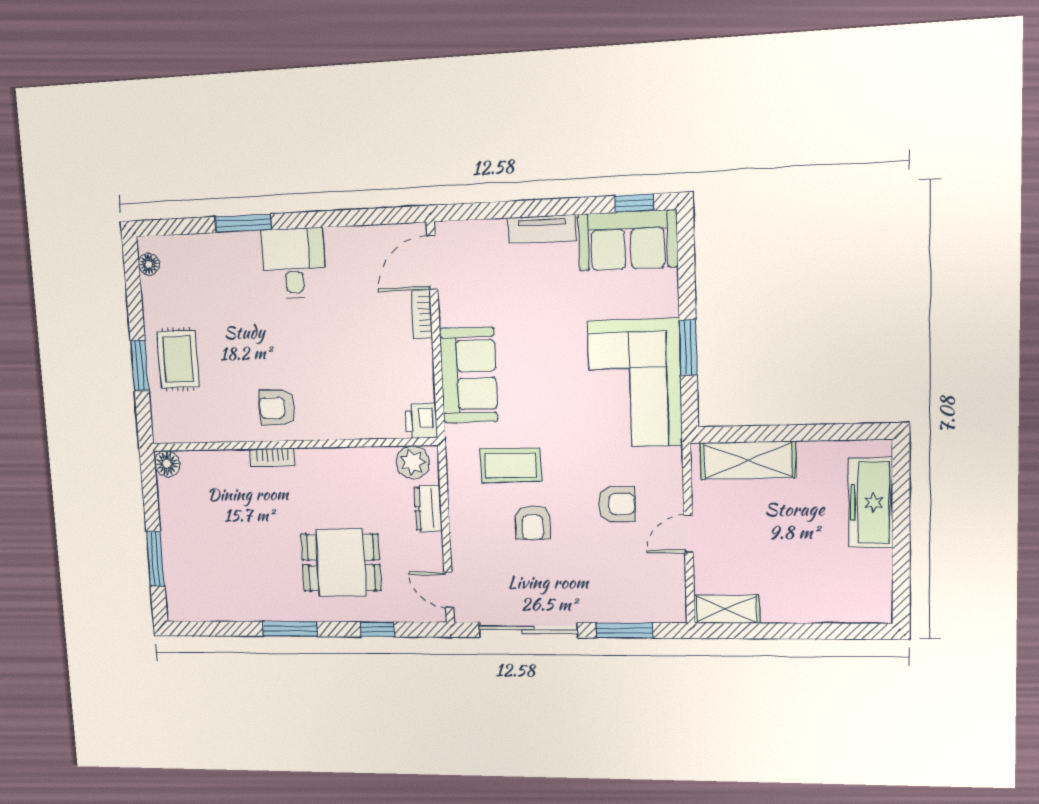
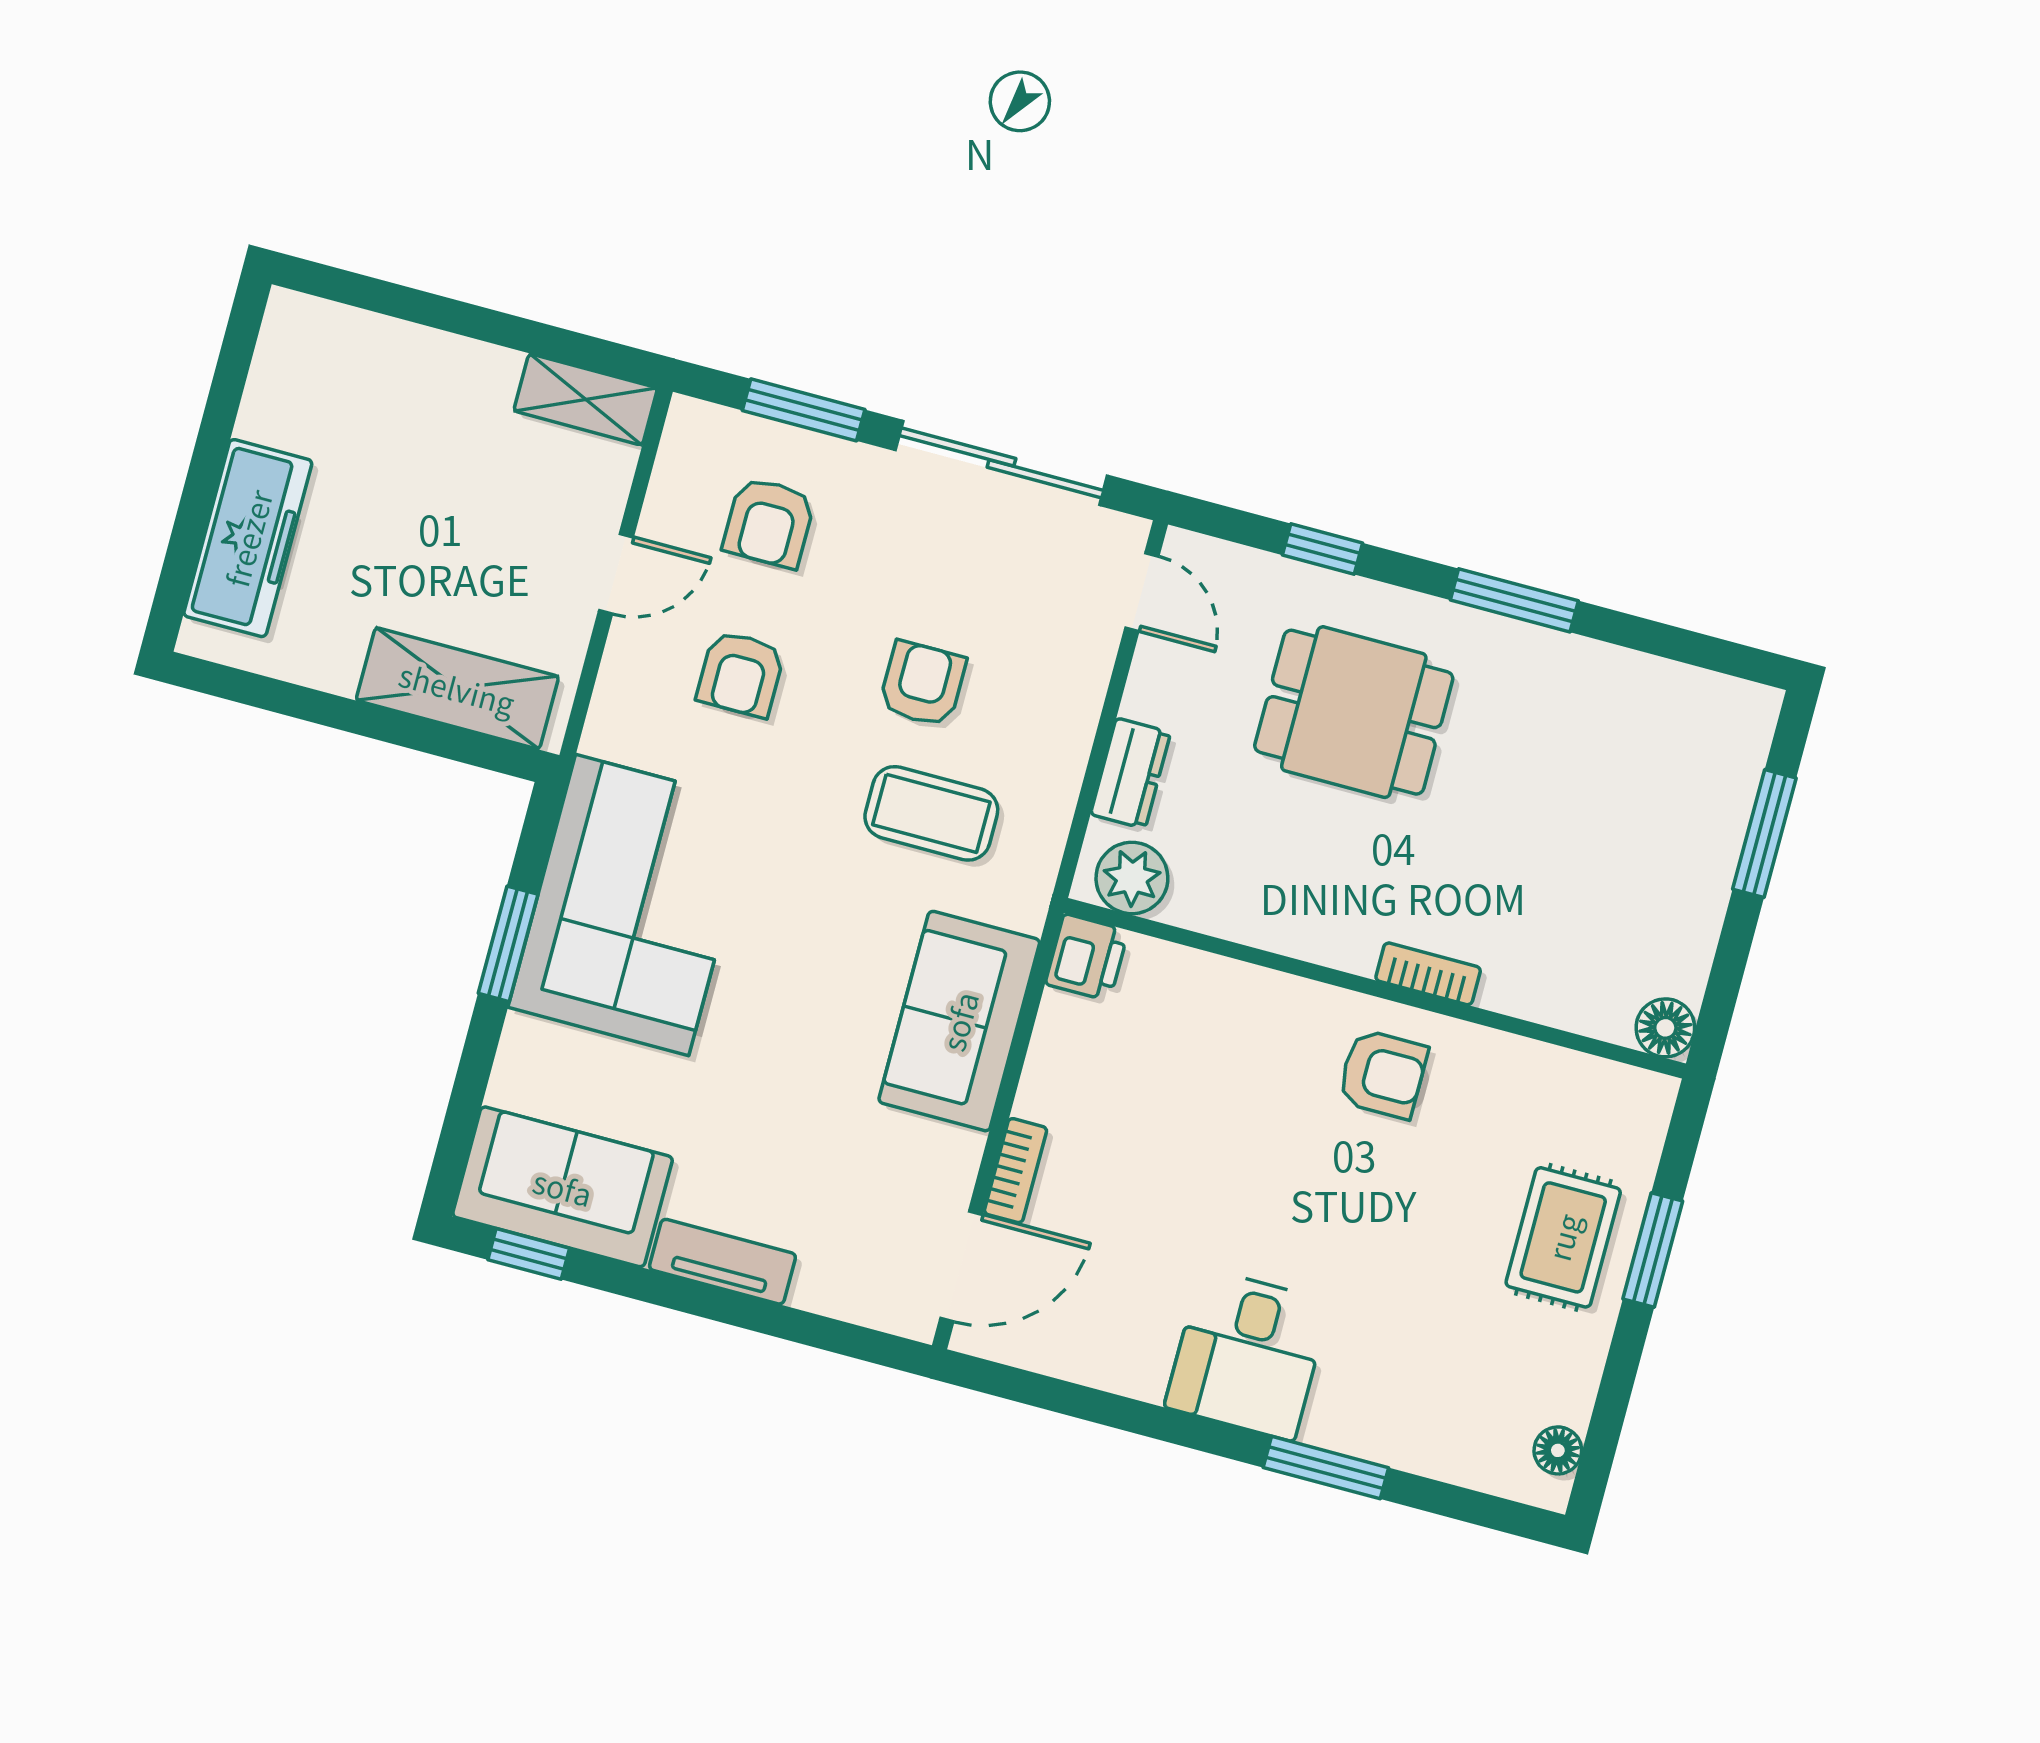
armchair: (617, 504) -> (741, 674), turned -90
armchair: (625, 576) -> (769, 523), added

